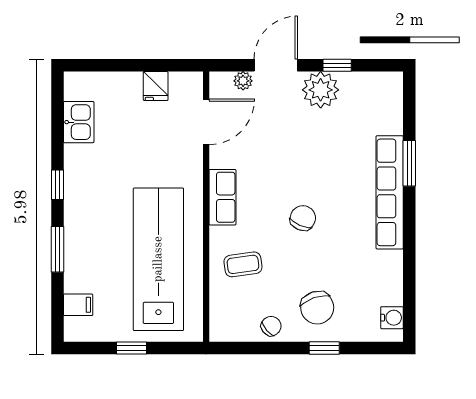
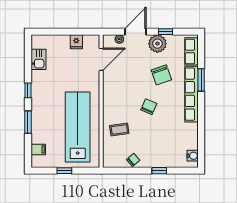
row of seats: (223, 197) -> (192, 51), moved, turned 180
chair: (317, 308) -> (161, 75), moved

